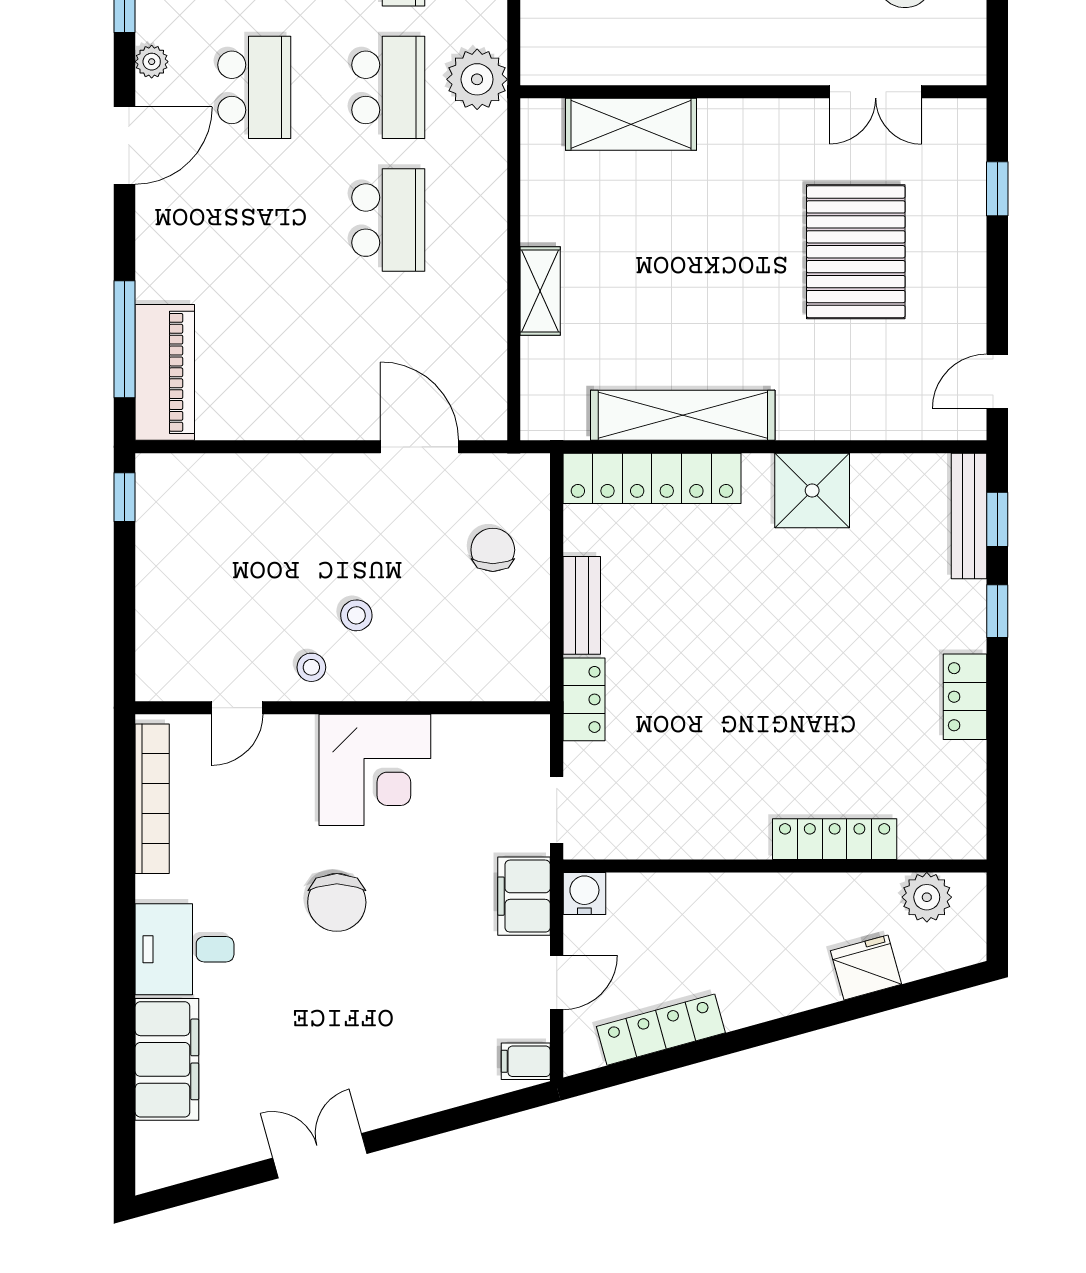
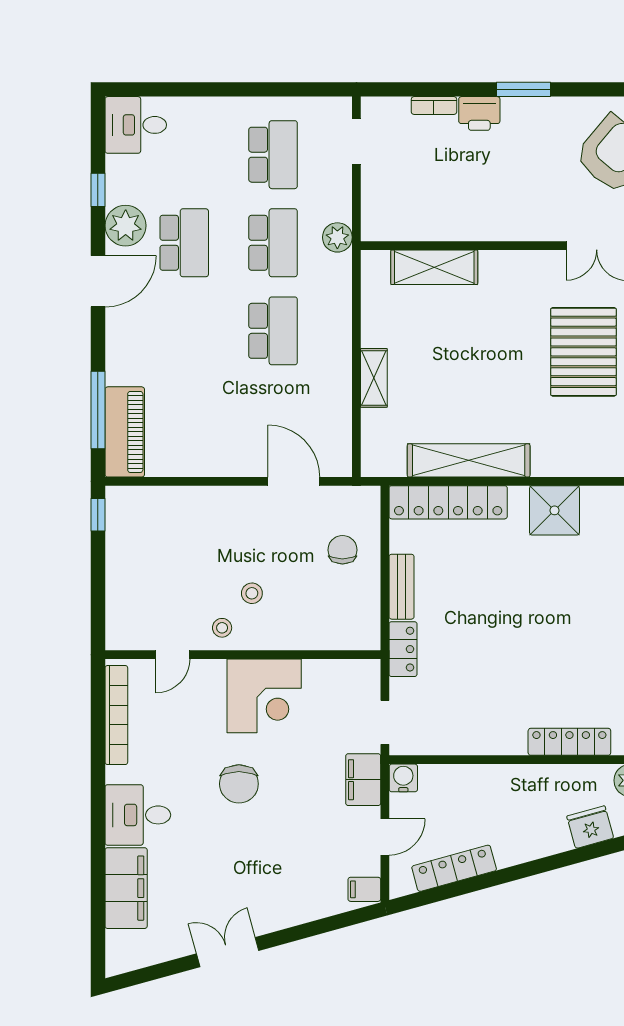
plant: (152, 62) -> (126, 226), width x1.88, depth x1.88
plant: (477, 79) -> (337, 237), width x0.73, depth x0.73

